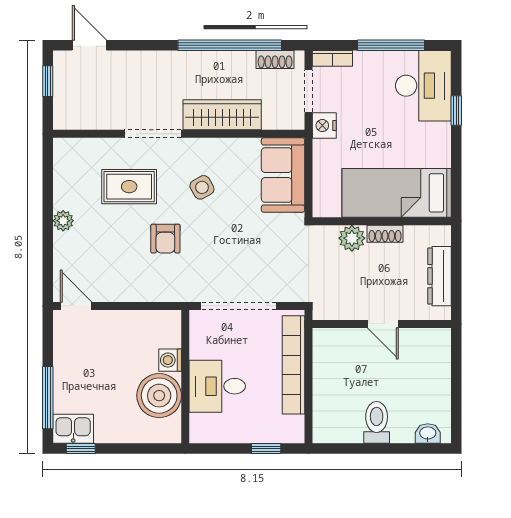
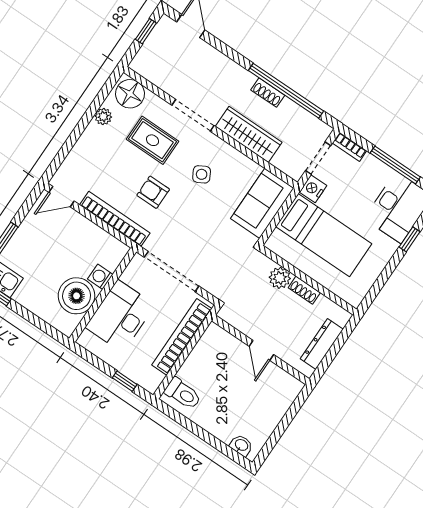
shoe rack: (275, 59) -> (268, 93), moved
floor lamp: (75, 155) -> (130, 94), added
bed: (397, 193) -> (324, 235), moved, turned 180
plant: (63, 221) -> (103, 116), moved
armchair: (165, 239) -> (153, 192), turned 90
bookcase: (145, 292) -> (115, 219), added
door: (76, 306) -> (61, 197), swing flipped
desk: (217, 386) -> (120, 316), width x1.37
toilet: (377, 422) -> (183, 394), moved, turned 90

